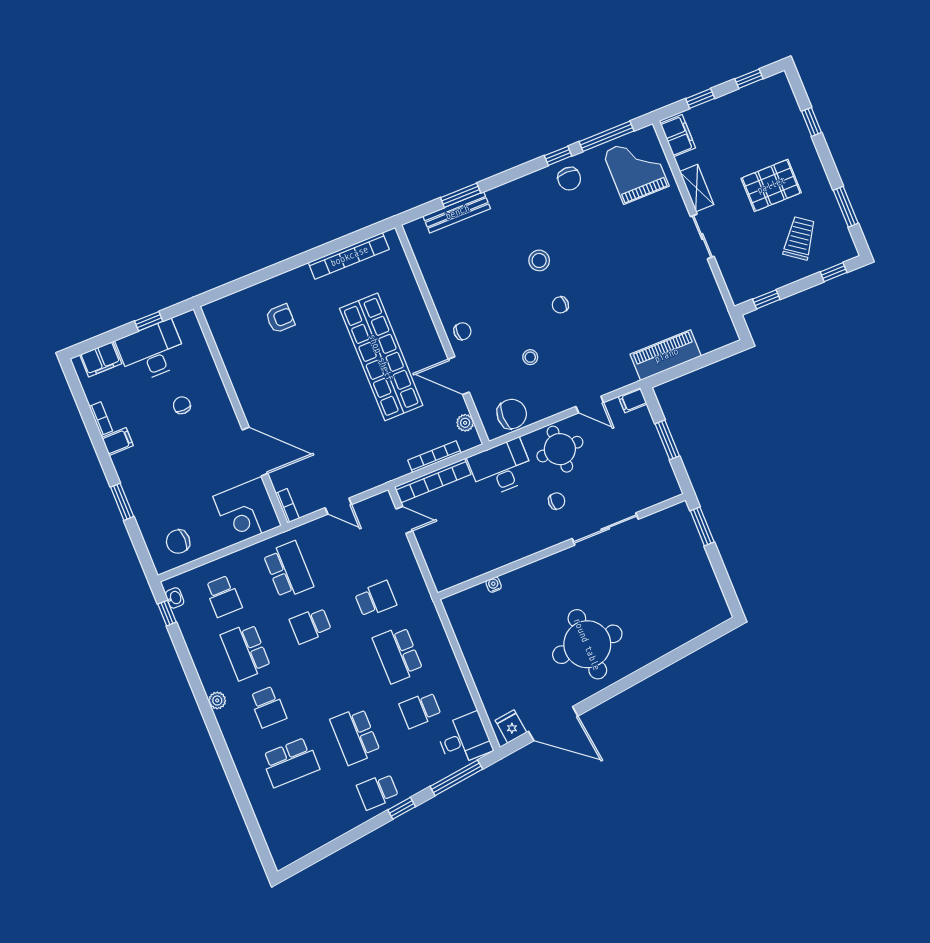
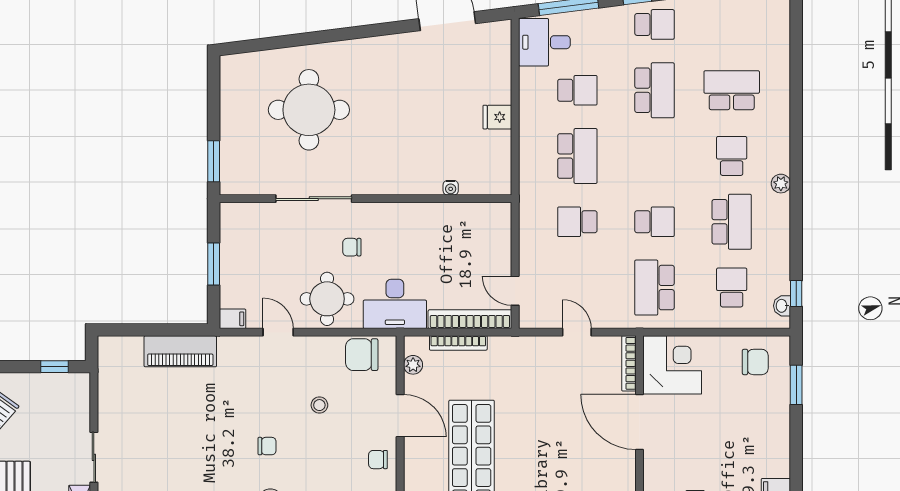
window: (122, 502) -> (796, 385), moved
bookcase: (287, 506) -> (629, 363), width x1.56
round table: (587, 644) -> (309, 110), moved
fridge: (511, 726) -> (497, 117), moved, turned 97

